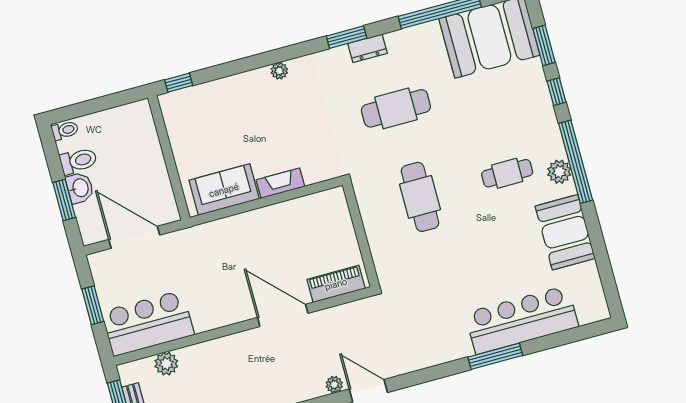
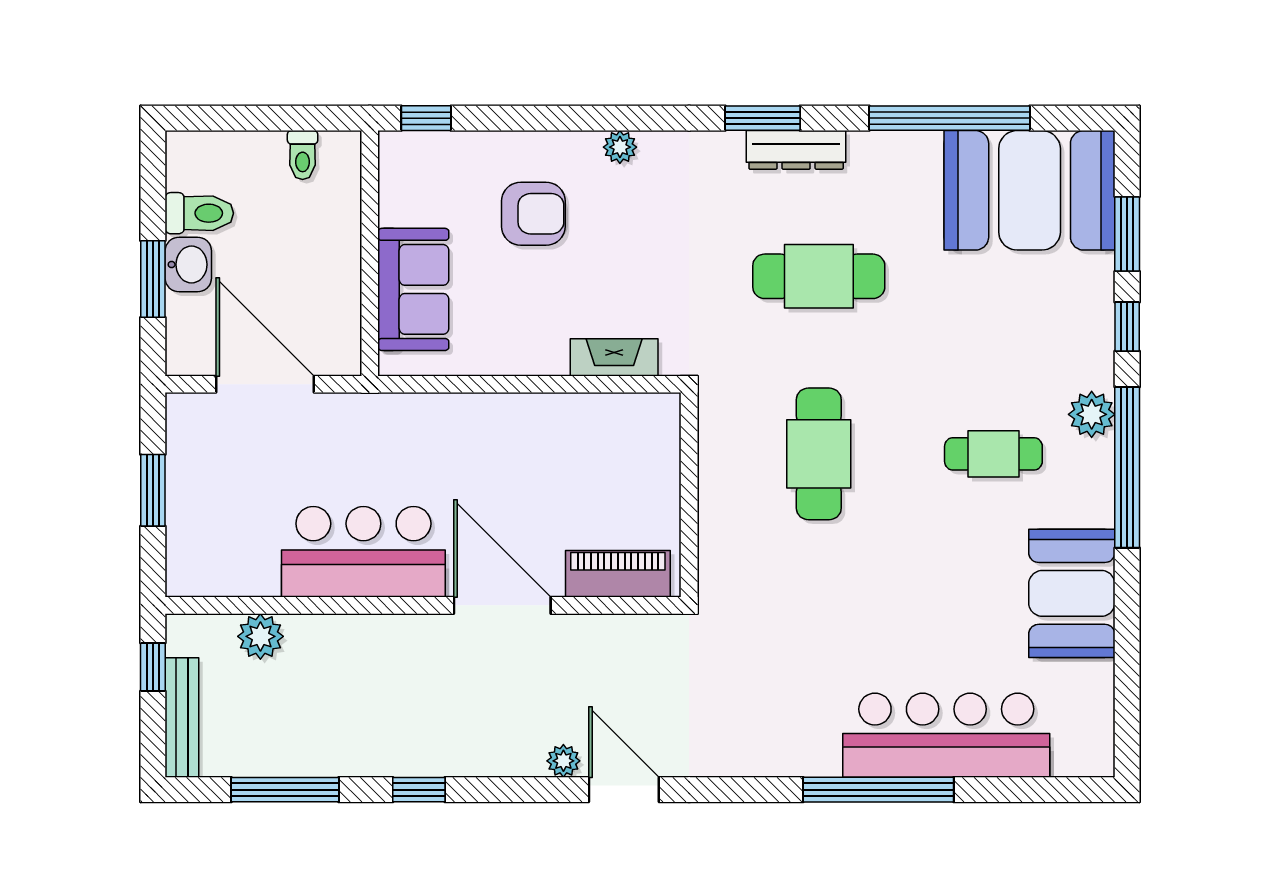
dresser: (367, 48) -> (796, 150), width x1.44
armchair: (245, 116) -> (533, 214), added
toilet: (65, 130) -> (303, 155), moved, turned 90
plant: (559, 172) -> (1092, 414), moved
fireplace: (280, 183) -> (614, 357), moved
sofa: (224, 190) -> (413, 289), moved, turned 90
bar counter: (148, 323) -> (363, 552), moved
window: (495, 356) -> (878, 790), width x1.46

